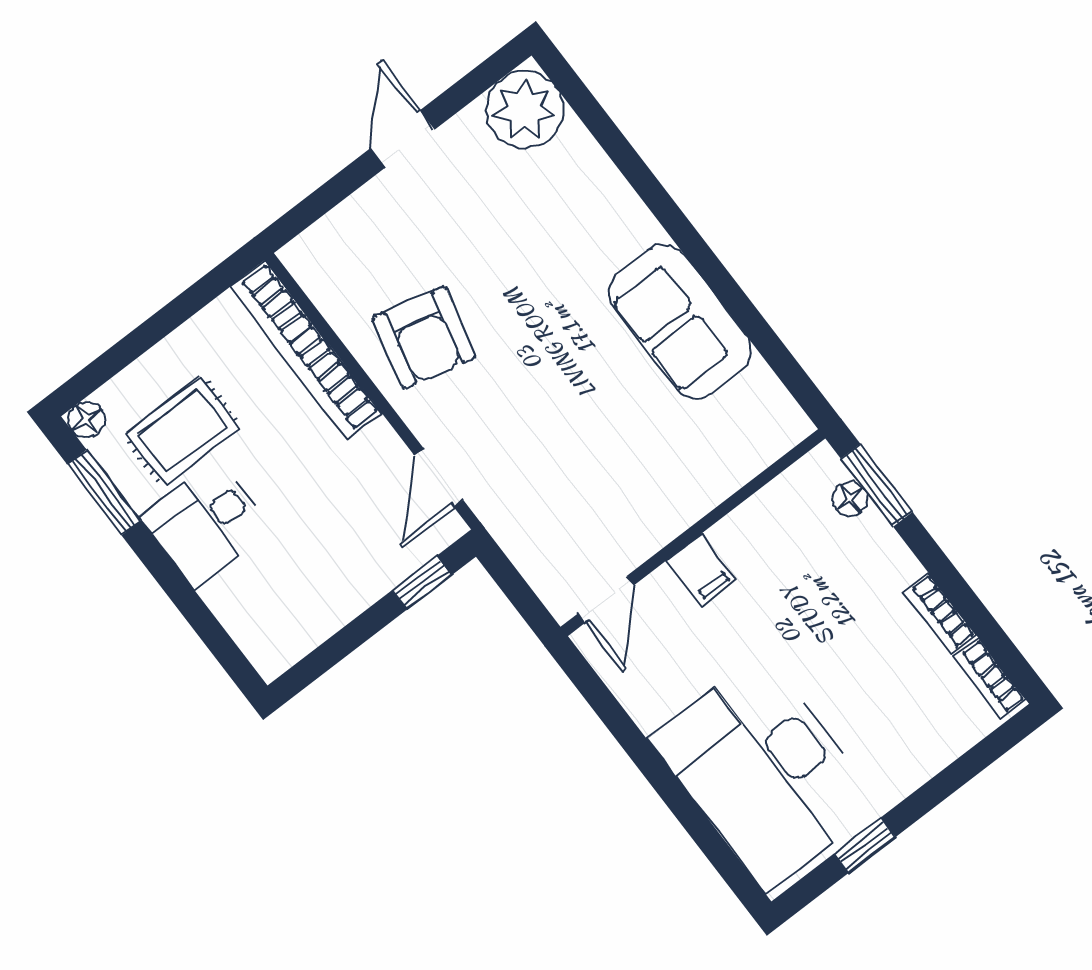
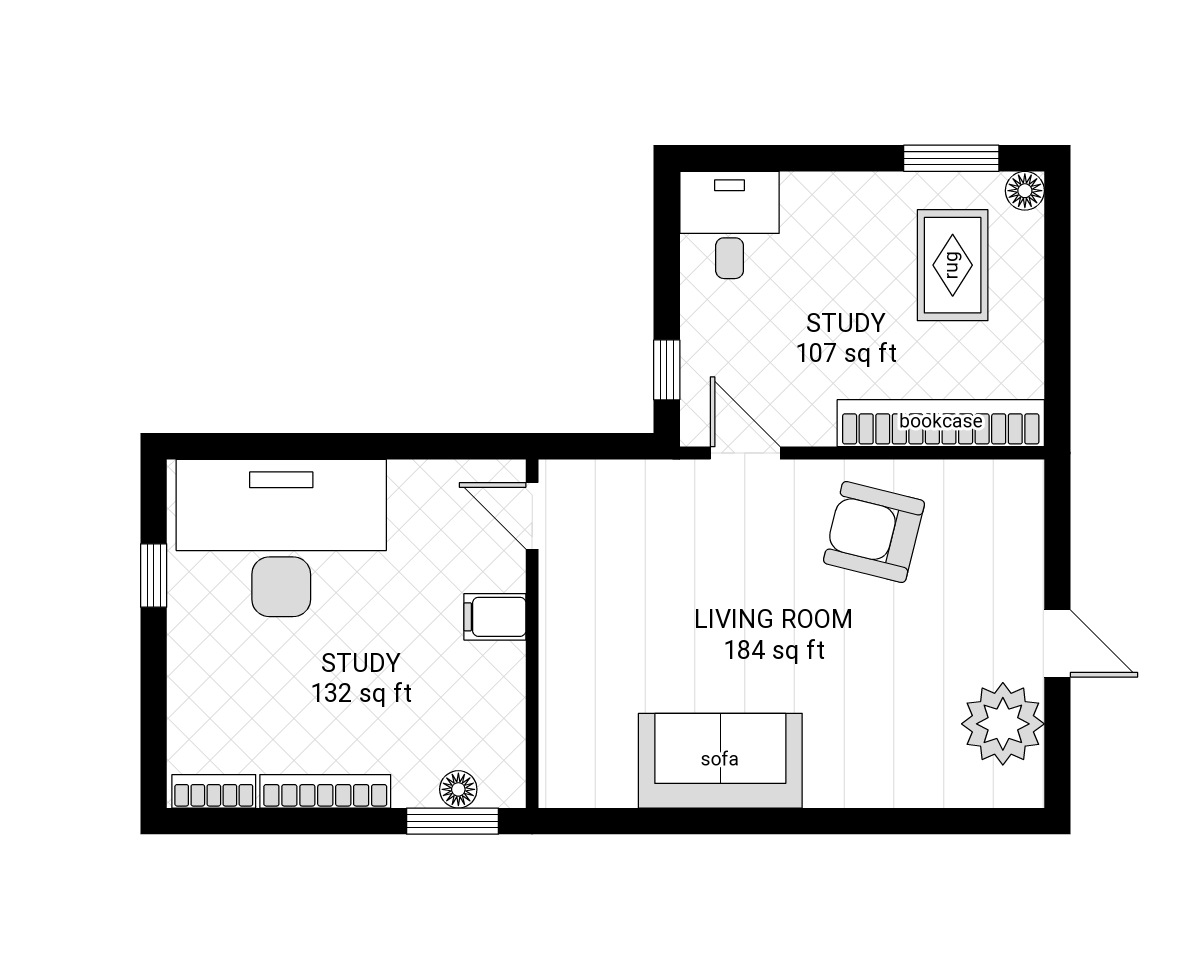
plant: (524, 109) -> (1003, 724), moved
desk: (206, 523) -> (730, 225), moved
bookcase: (940, 614) -> (325, 791), width x1.56

